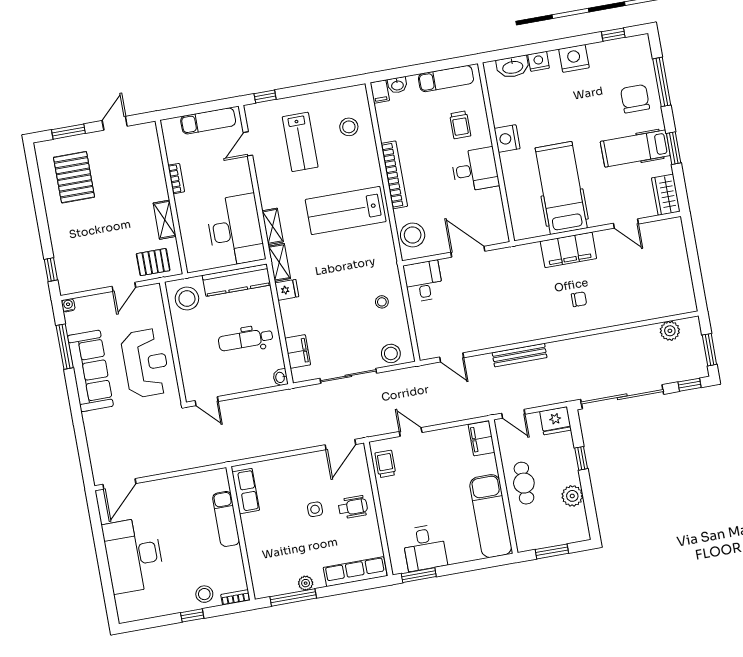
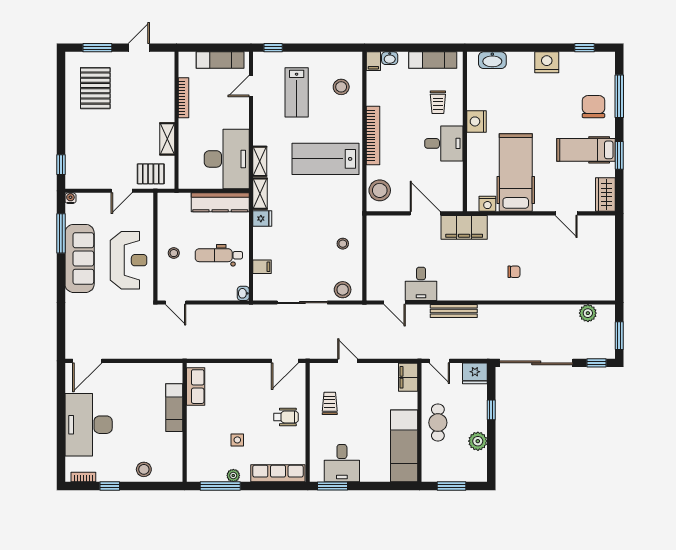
nightstand: (539, 61) -> (487, 204), moved, turned 180
bookcase: (176, 179) -> (184, 98), width x1.56
filing cabinet: (568, 250) -> (464, 227), moved
desk: (423, 281) -> (421, 284), moved, turned 180
stool: (187, 298) -> (174, 253), moved, width x0.53, depth x0.53
filing cabinet: (298, 351) -> (262, 267), width x0.50
trolley: (385, 464) -> (330, 403), moved
side table: (315, 509) -> (237, 440), moved
bookcase: (236, 597) -> (83, 477), moved
window: (192, 615) -> (110, 486), moved

